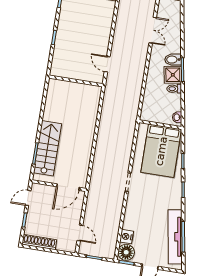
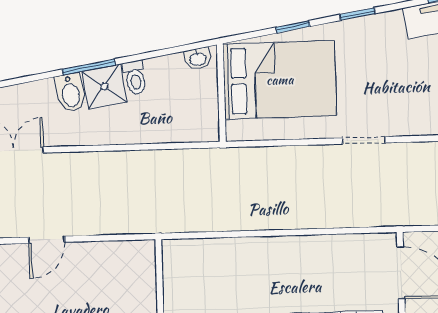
door: (107, 64) -> (47, 240), moved

